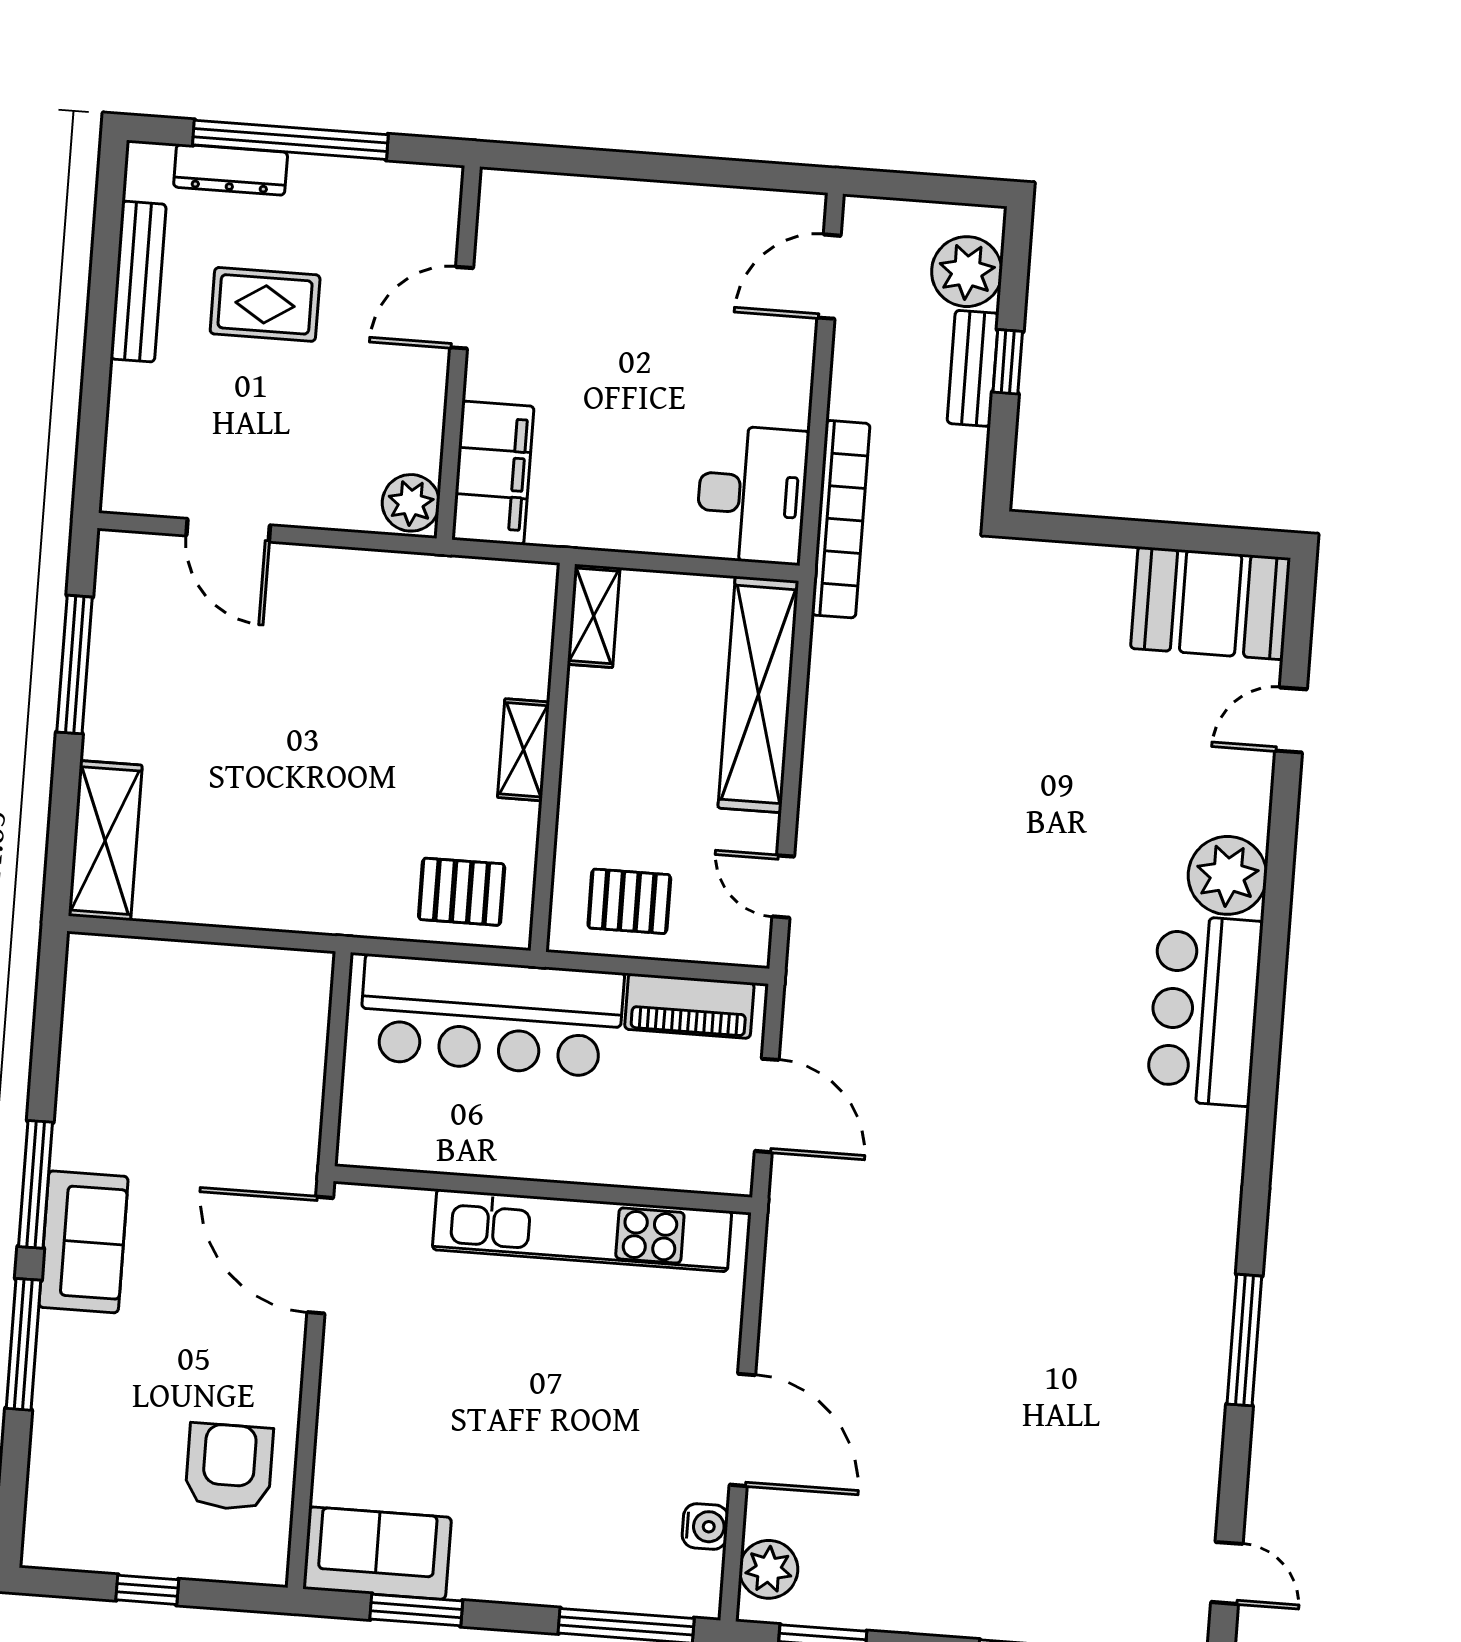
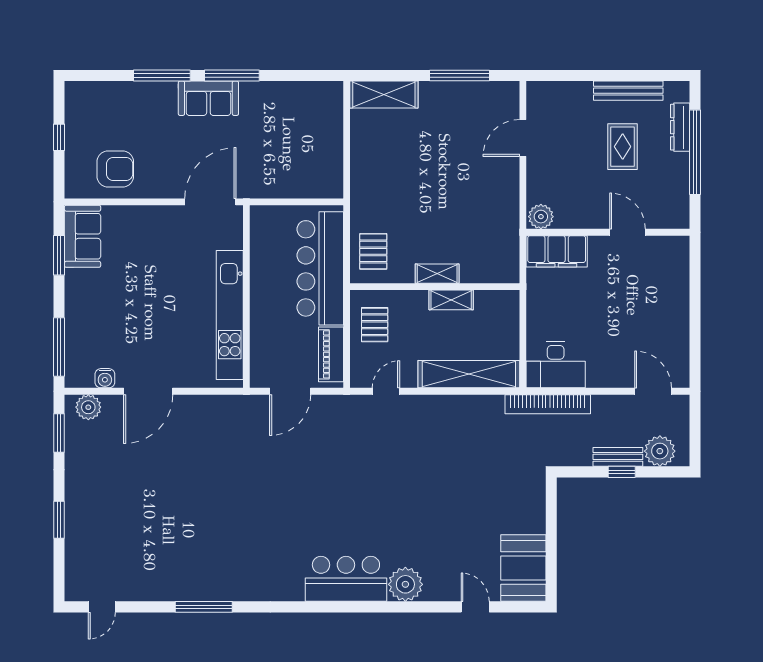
shelving: (594, 616) -> (451, 300), moved

